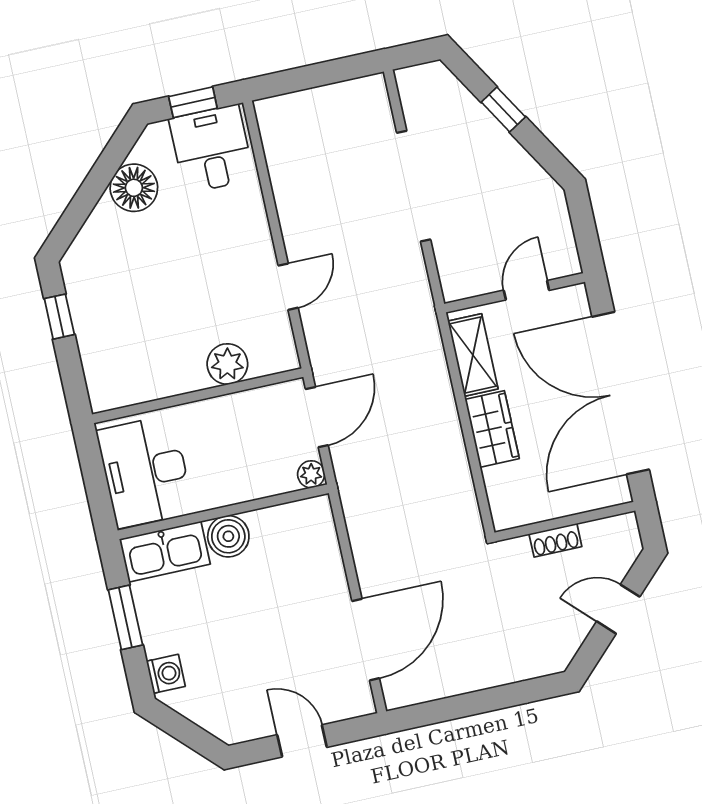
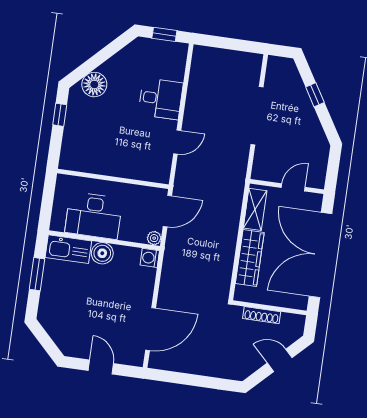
desk: (212, 149) -> (161, 99), moved, turned 90
floor lamp: (134, 188) -> (94, 85), moved
plant: (227, 364) -> (133, 169), removed
wardrobe: (492, 429) -> (250, 258), width x1.50
desk: (145, 471) -> (94, 216), moved, turned -90
shoe rack: (555, 540) -> (262, 315), width x1.43
washing machine: (166, 674) -> (150, 258), moved, turned 180

